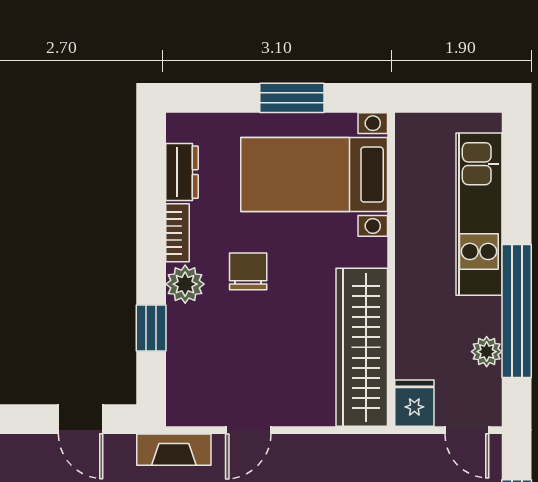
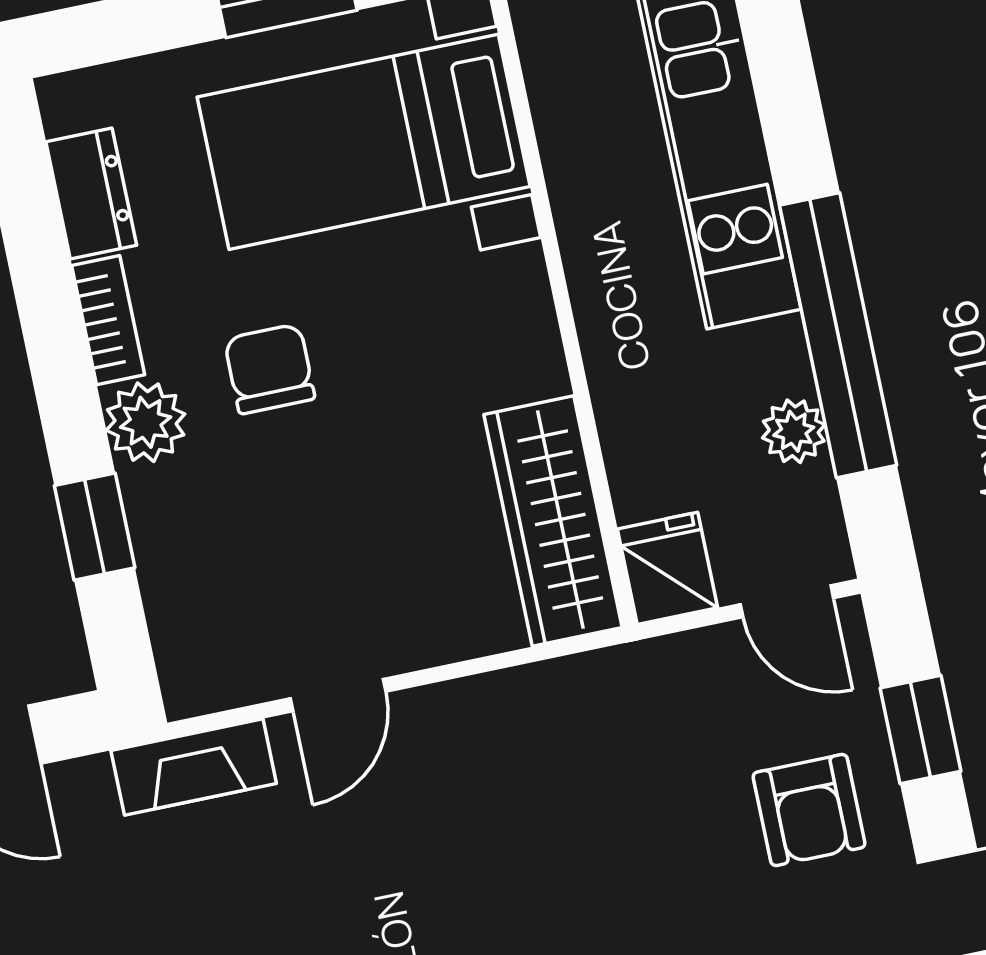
wardrobe: (362, 347) -> (553, 521), width x0.71, depth x0.85

